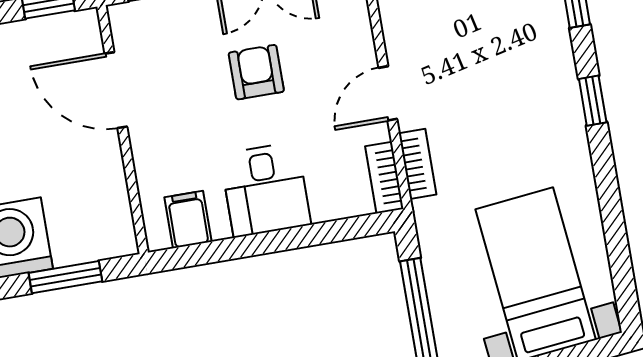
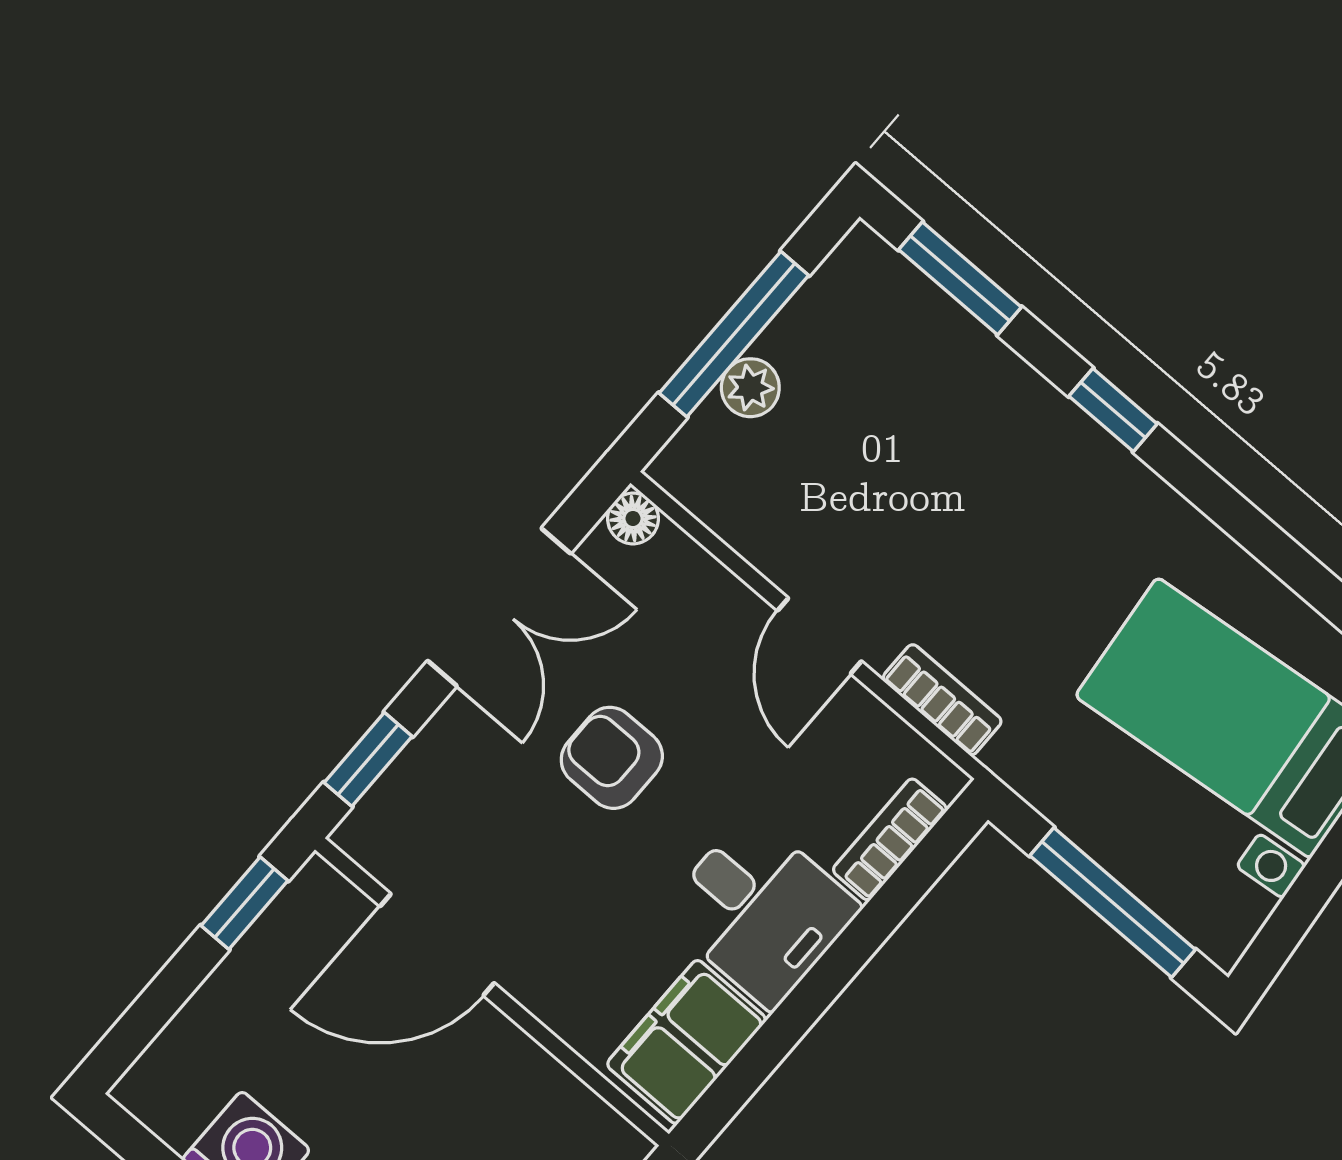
bookcase: (384, 178) -> (890, 839), moved, turned 90
filing cabinet: (188, 220) -> (687, 1042), width x2.00

